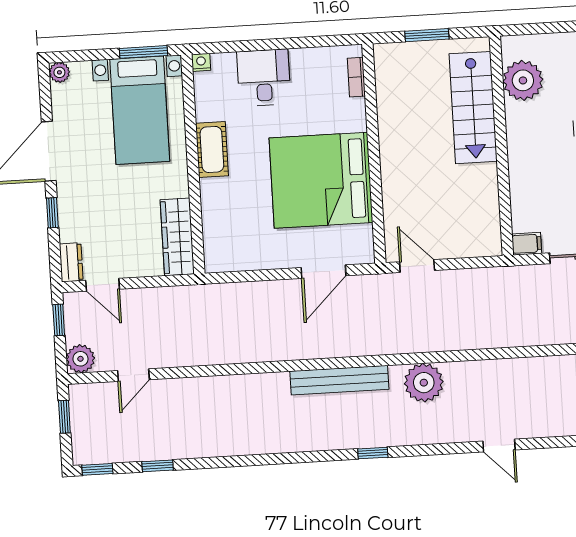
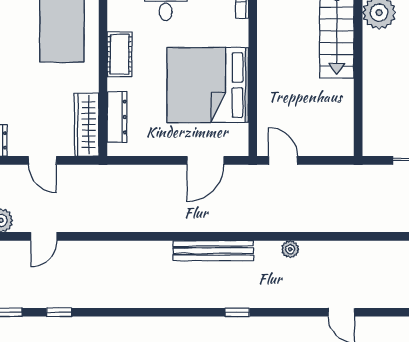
dresser: (214, 225) -> (117, 117), added
filing cabinet: (527, 244) -> (374, 147), removed
door: (103, 285) -> (42, 160), moved
plant: (424, 383) -> (290, 249), width x0.53, depth x0.53

